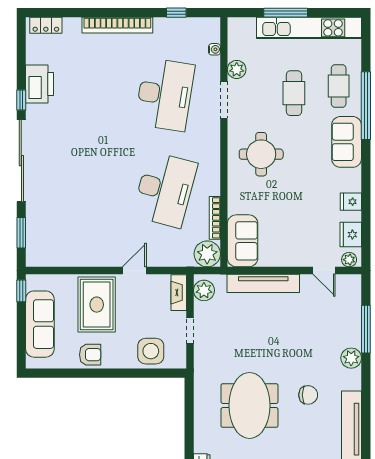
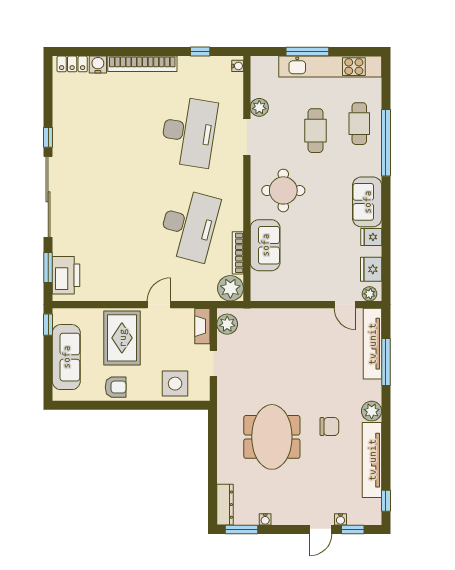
water cooler: (72, 26) -> (98, 65), added
water cooler: (214, 49) -> (238, 66), moved
printer: (40, 84) -> (66, 275), moved
sofa: (347, 142) -> (367, 202), moved
sofa: (243, 241) -> (265, 245), moved
tv unit: (263, 283) -> (372, 344), moved, turned 90
plant: (351, 358) -> (372, 411), moved

